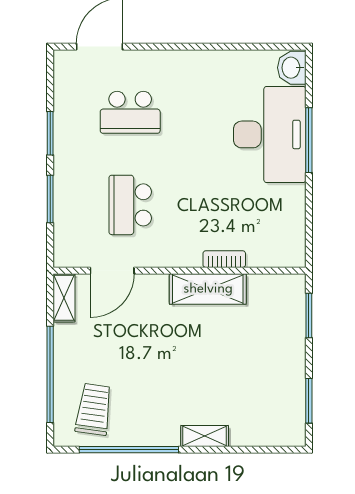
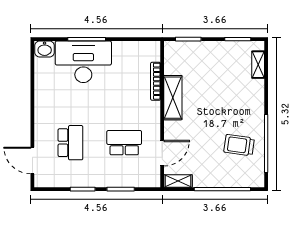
school desk: (130, 205) -> (124, 143), turned 180
bookcase: (224, 259) -> (156, 81), width x1.56
door: (112, 271) -> (162, 153), hinge flipped
trolley: (94, 409) -> (239, 145), moved
shelving: (205, 436) -> (258, 65), moved

